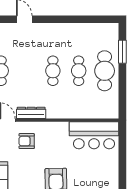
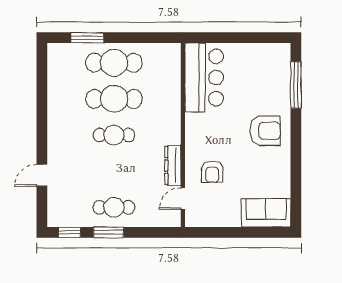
cafe table: (79, 71) -> (114, 99), width x1.37, depth x1.35

